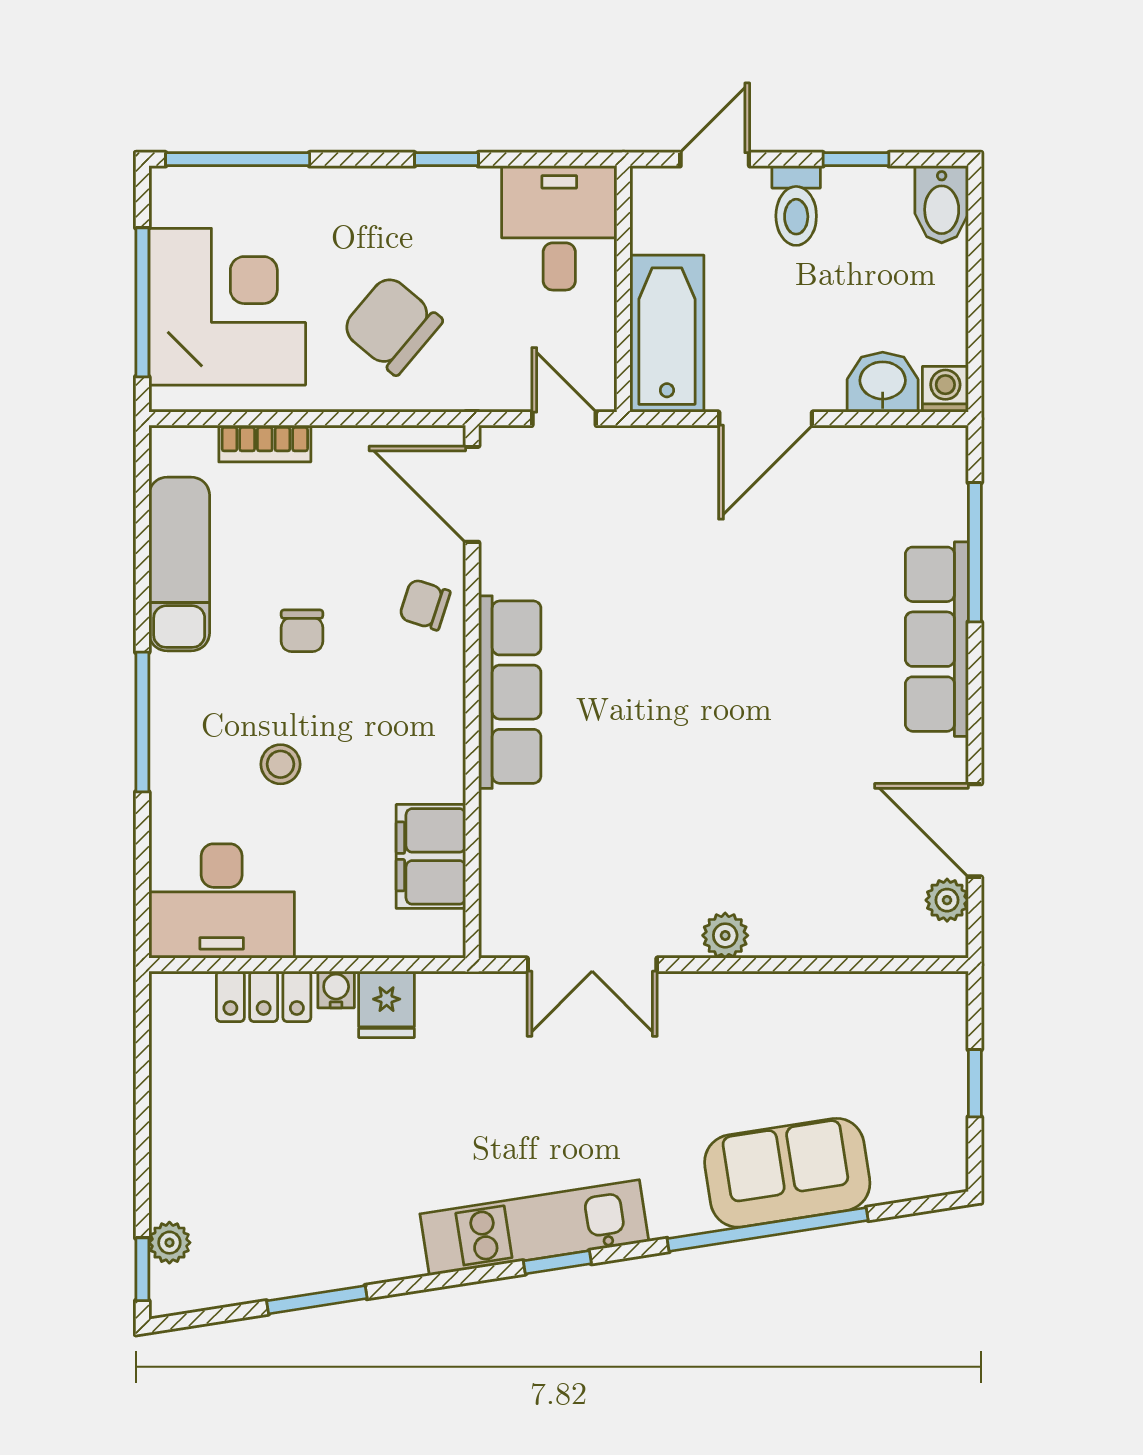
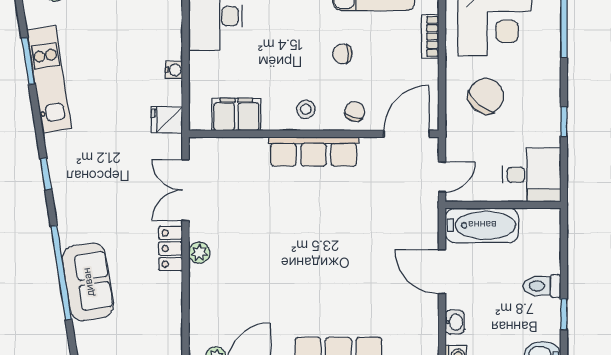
door: (715, 159) -> (564, 248), removed
washbasin: (883, 382) -> (455, 322), width x0.72, depth x0.69
stool: (280, 764) -> (306, 109), moved
locker: (264, 996) -> (171, 249), moved
fridge: (387, 1004) -> (167, 120), moved
kitchen unit: (534, 1228) -> (49, 79), moved

